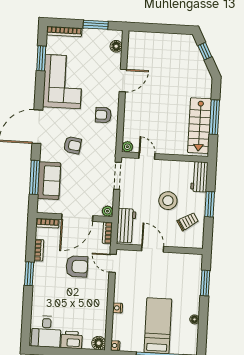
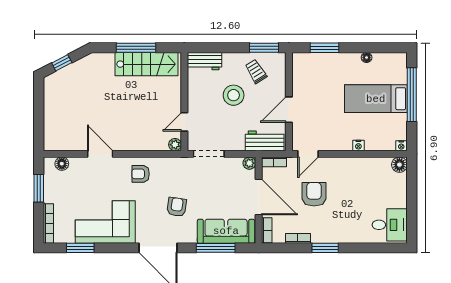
armchair: (103, 115) -> (141, 174), turned 90
sofa: (49, 181) -> (226, 231), width x1.36
window: (210, 204) -> (264, 48), moved
printer: (72, 340) -> (398, 196), removed

